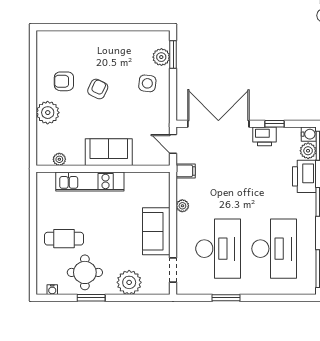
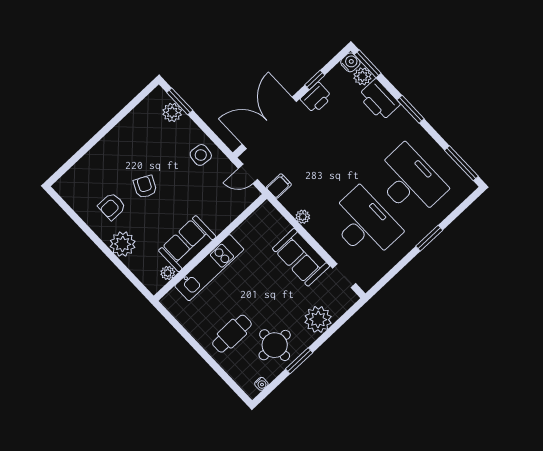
side table: (147, 83) -> (201, 155), moved
sofa: (109, 152) -> (187, 244), moved
window: (226, 298) -> (429, 238), moved

